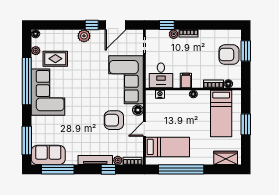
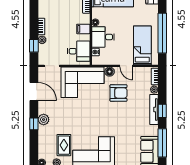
window: (92, 25) -> (34, 124), moved
desk: (177, 103) -> (103, 37), added
armchair: (114, 120) -> (119, 93), turned -90
window: (108, 169) -> (162, 111), moved

